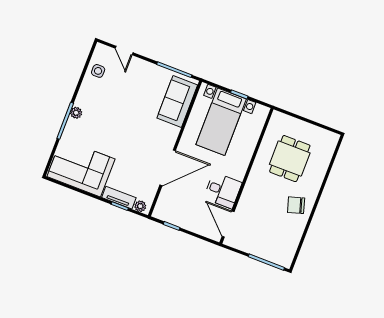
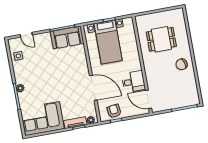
sofa: (177, 102) -> (67, 37), moved, turned -90
dining table: (290, 159) -> (161, 39), turned 90
door: (168, 168) -> (93, 88), hinge flipped
armchair: (176, 213) -> (114, 111), added

